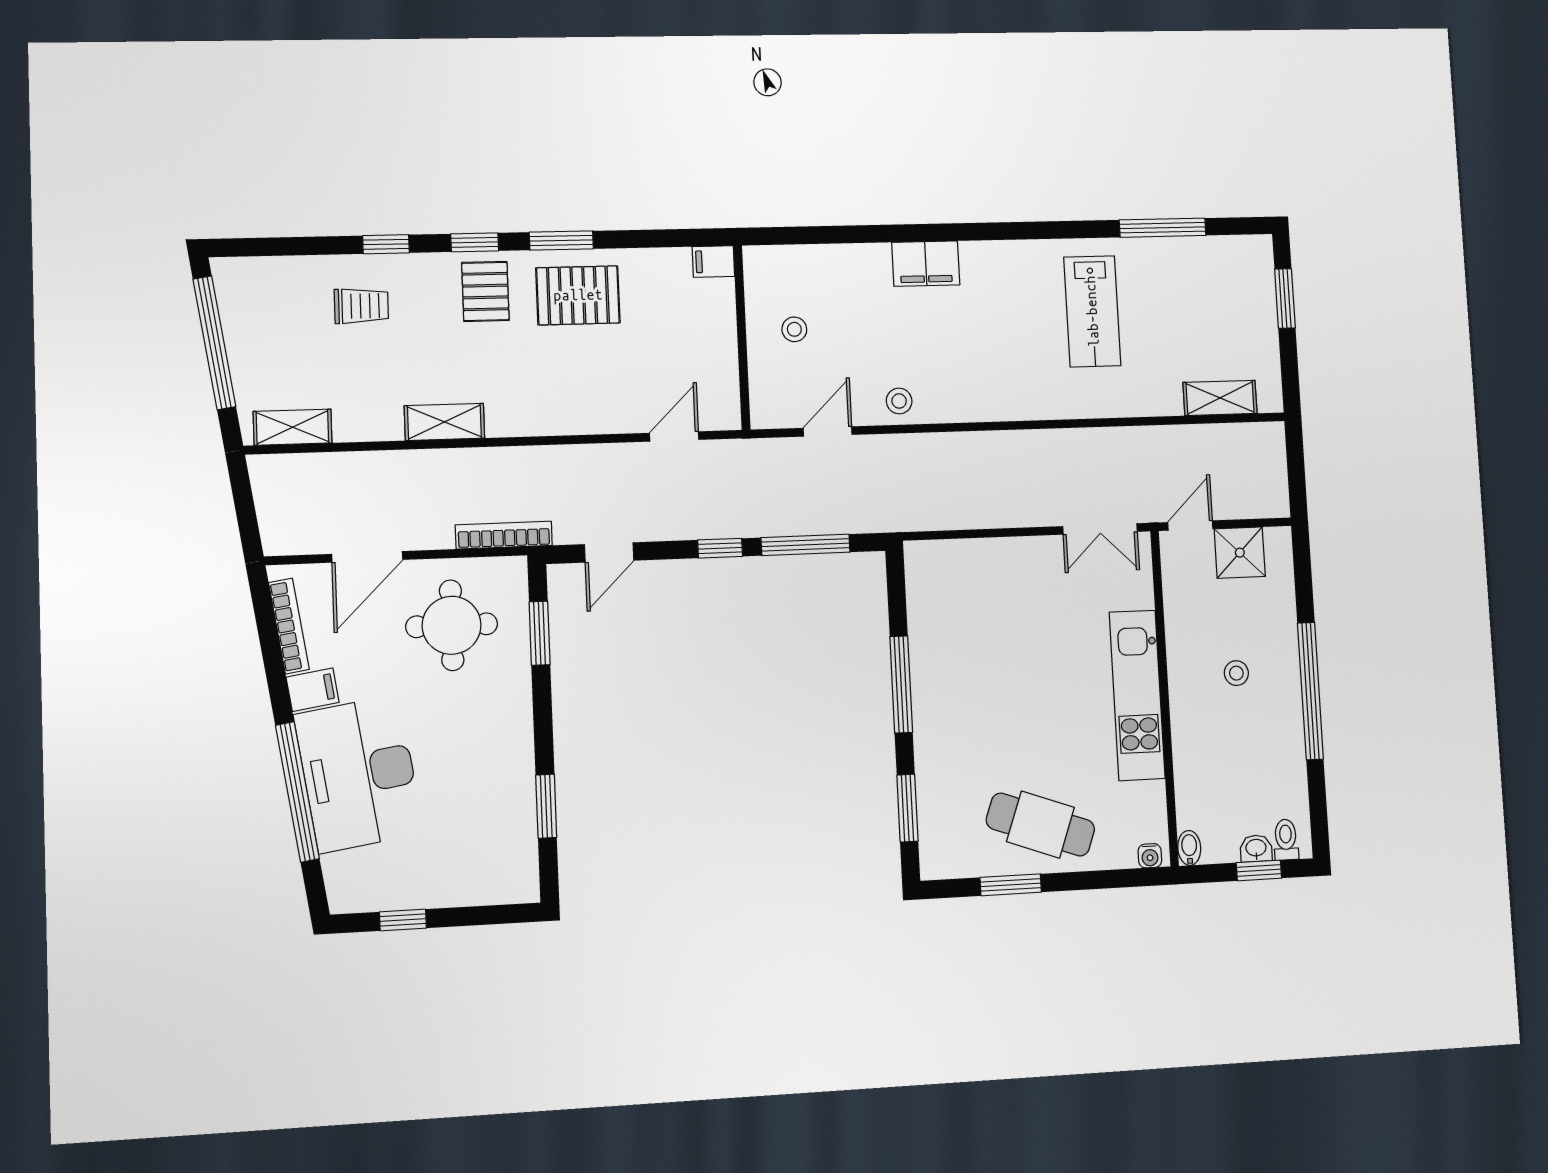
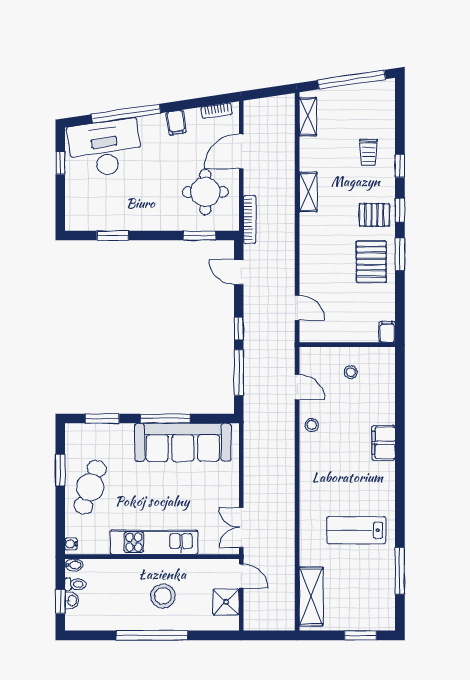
shelving: (1220, 398) -> (311, 596), width x1.50, depth x1.33
door: (367, 557) -> (241, 151), hinge flipped
bookcase: (289, 626) -> (217, 111), width x0.64
sofa: (945, 648) -> (183, 442), added
stool: (1236, 673) -> (163, 596), width x1.89, depth x1.89
desk: (359, 774) -> (105, 148), moved
toilet: (1286, 840) -> (75, 584), moved

